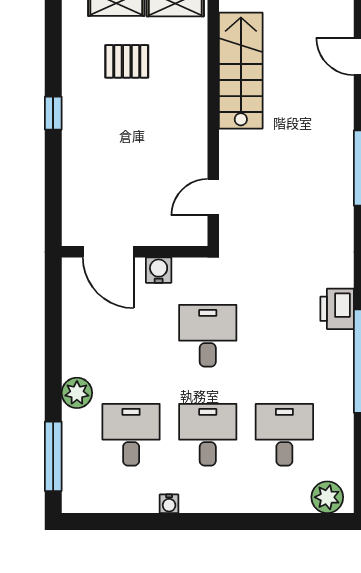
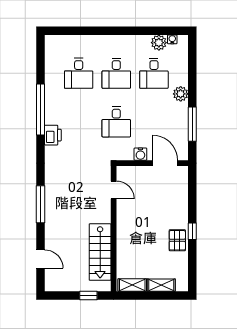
pallet: (127, 61) -> (177, 240), moved, turned 90
door: (213, 197) -> (114, 190), hinge flipped
window: (53, 456) -> (192, 124), moved
plant: (327, 497) -> (159, 43), moved
water cooler: (169, 504) -> (172, 39), moved

